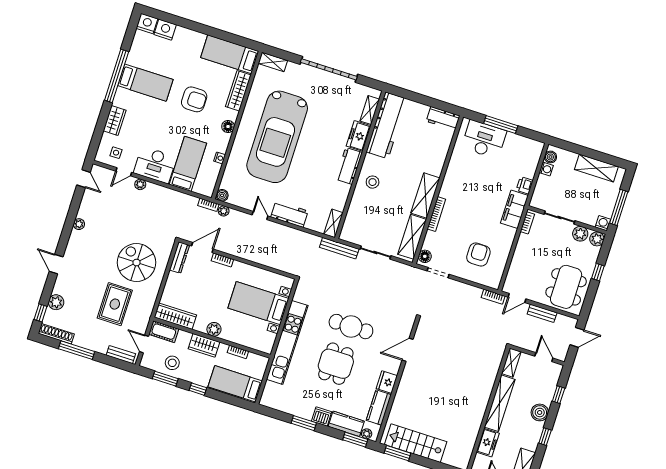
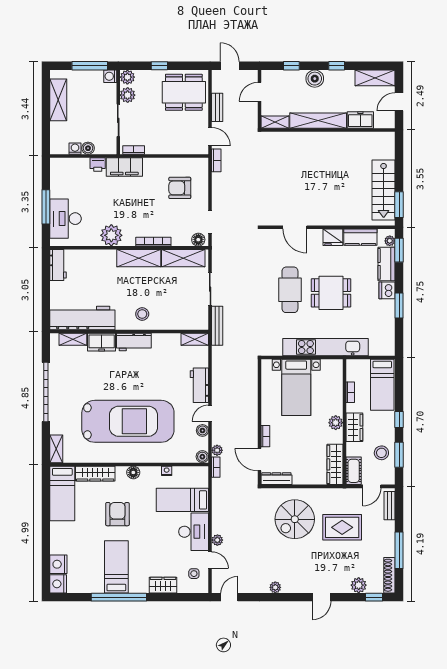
boiler: (550, 157) -> (88, 148), moved
plant: (455, 177) -> (111, 235), added
boiler: (246, 203) -> (202, 430), added

